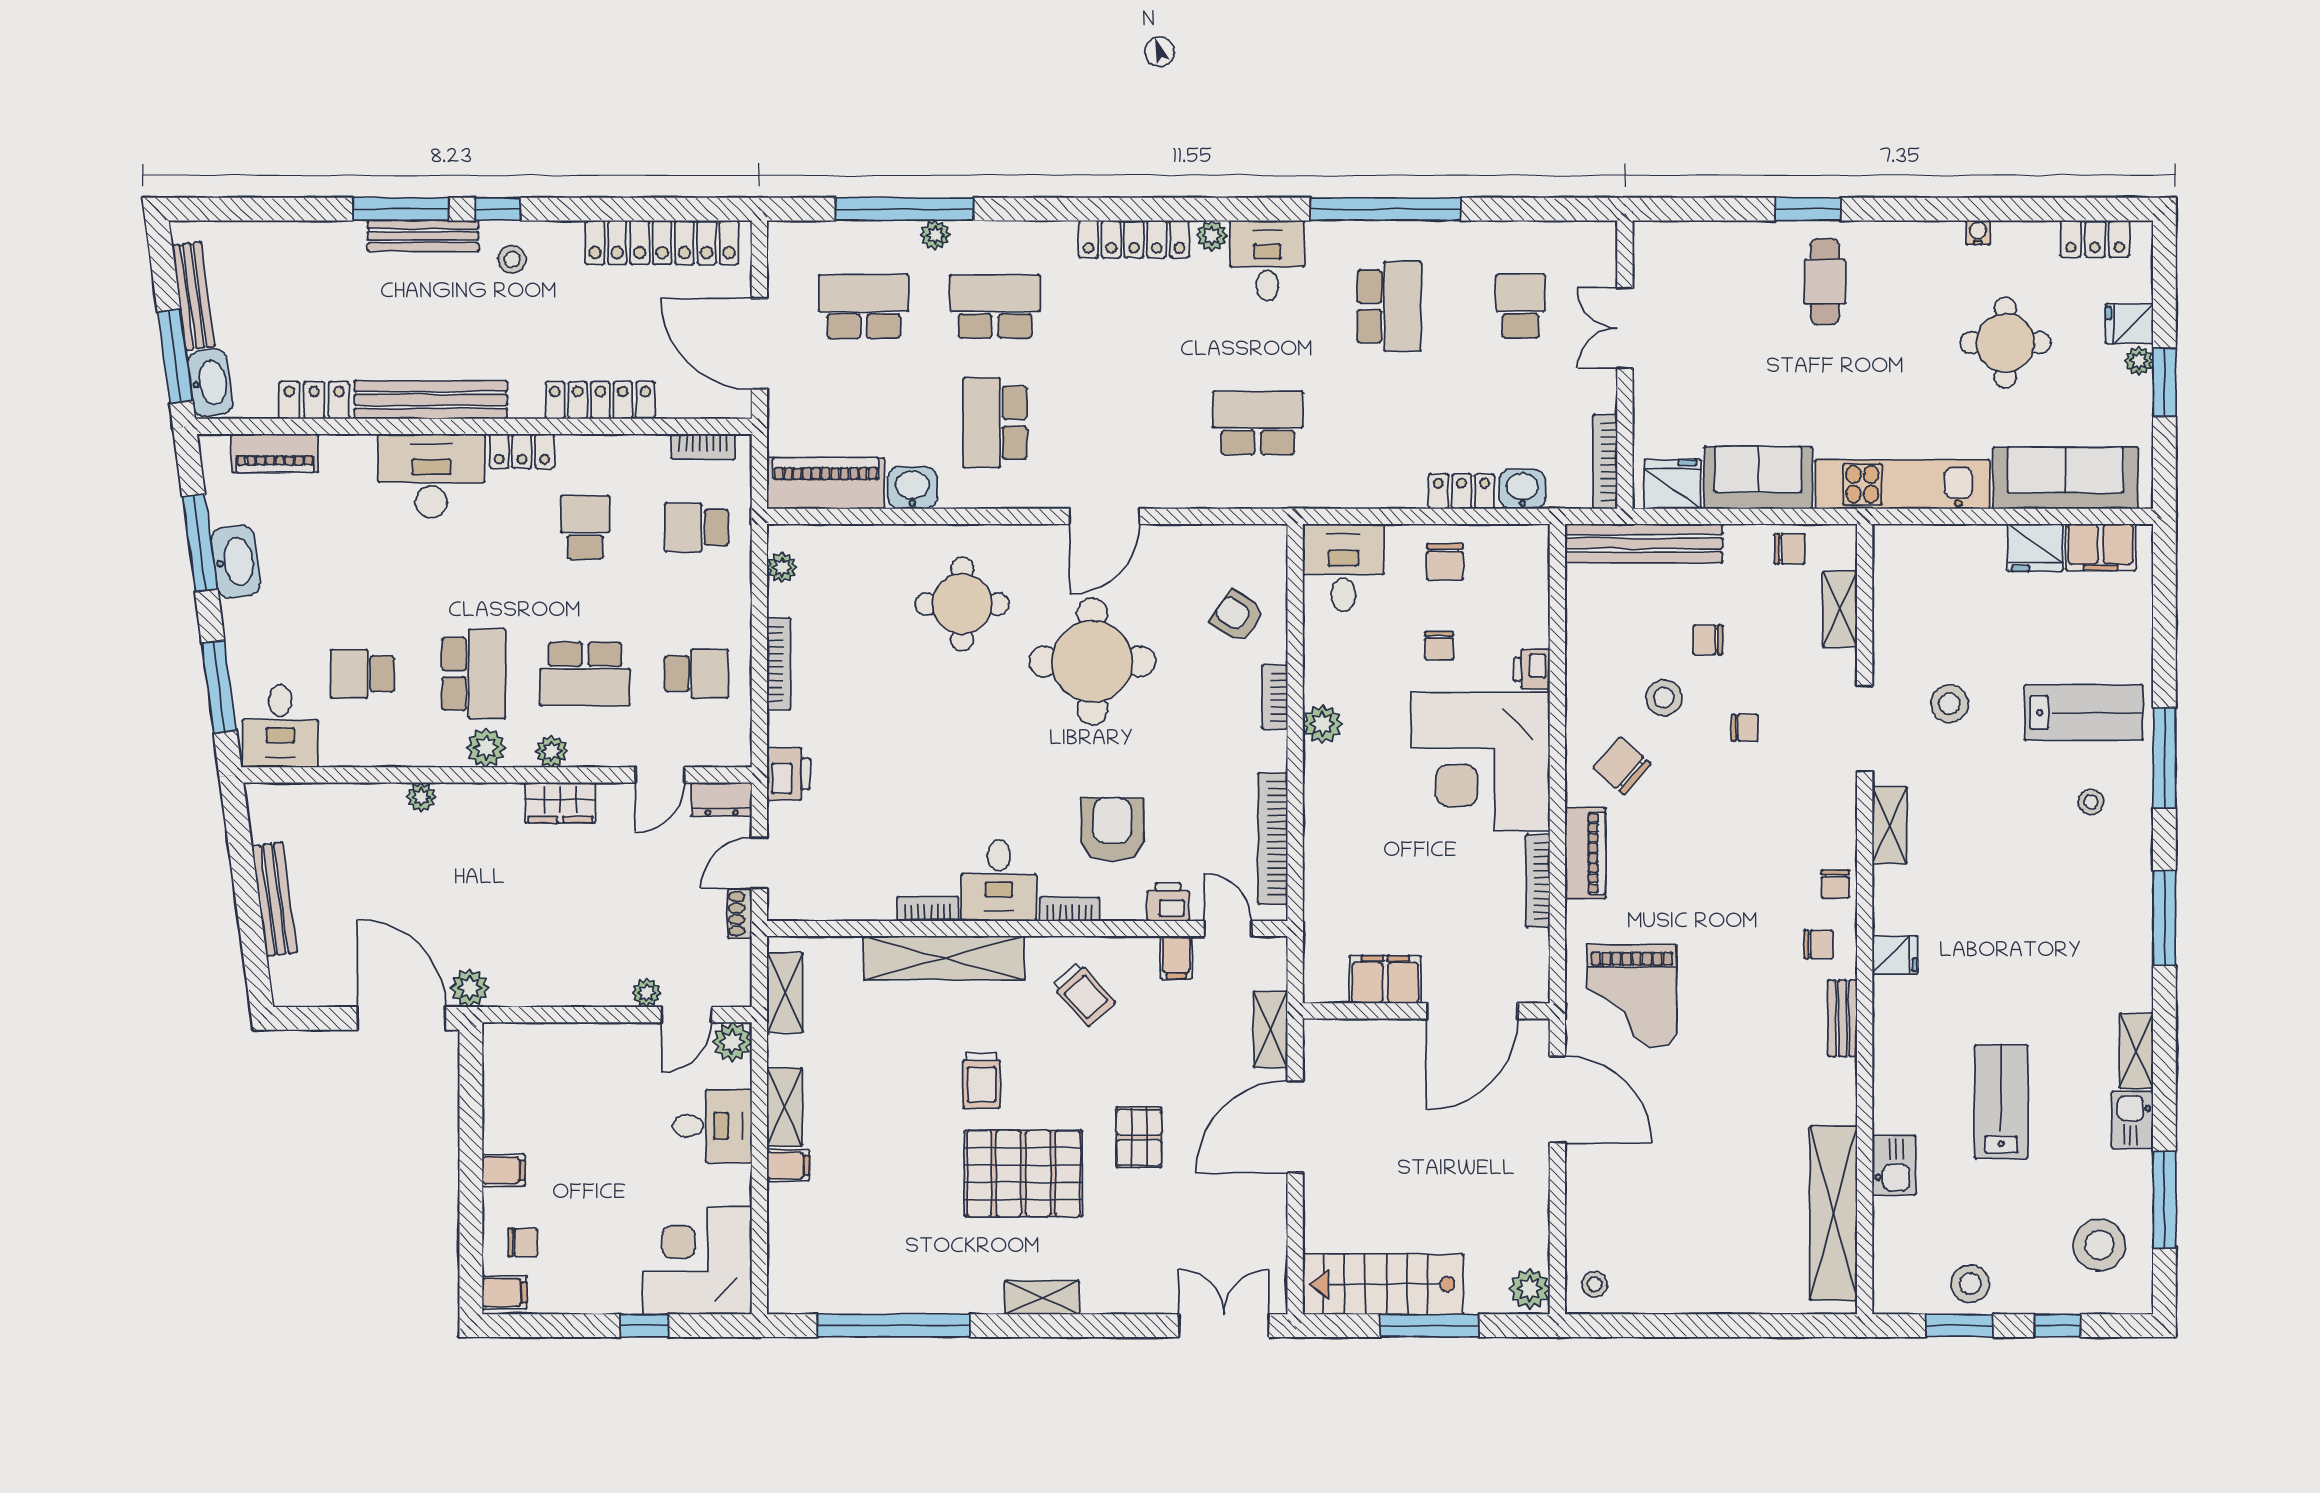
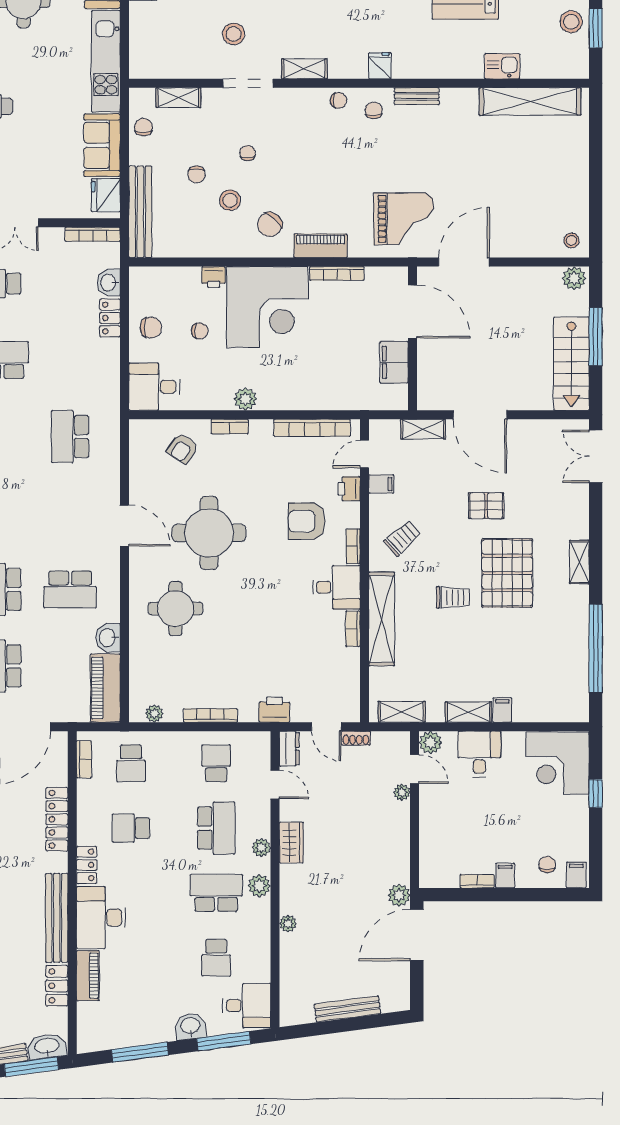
piano: (275, 453) -> (88, 976), moved
washbasin: (236, 562) -> (190, 1026), moved, width x0.72
bookcase: (494, 1122) -> (477, 881), added

